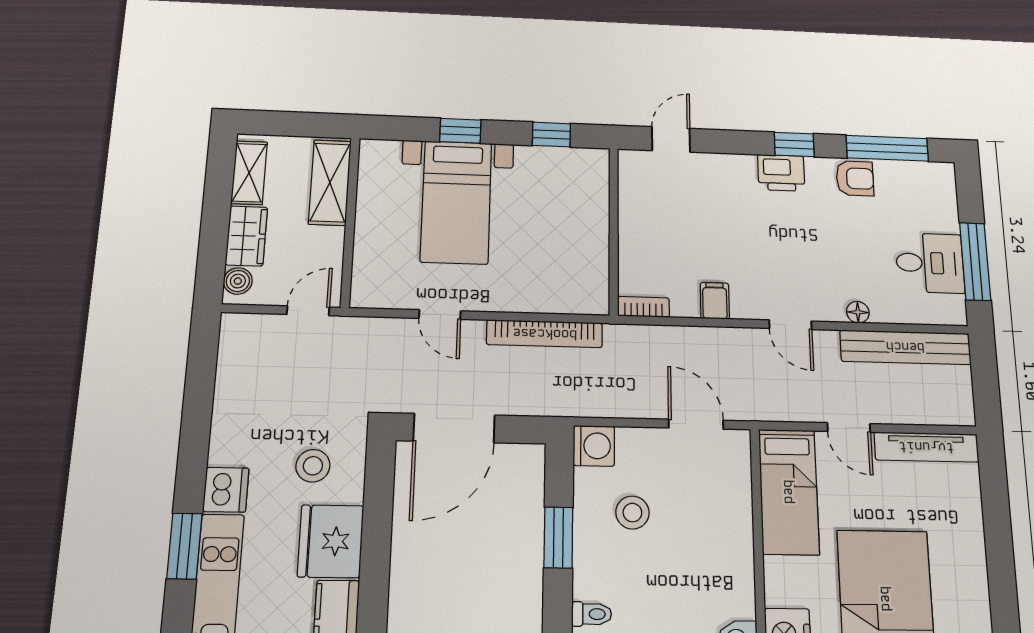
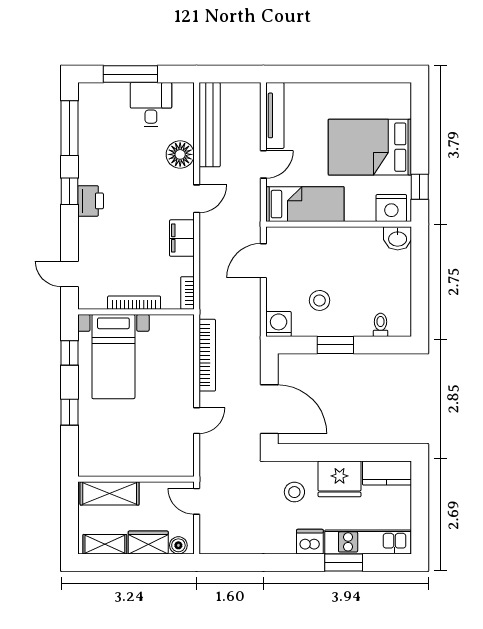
armchair: (855, 178) -> (92, 151), removed
bed with nightstands: (456, 202) -> (113, 357), moved, turned 90
bookcase: (628, 228) -> (134, 303), added
window: (975, 261) -> (130, 74), moved
filing cabinet: (715, 301) -> (182, 238), width x2.00
floor lamp: (858, 312) -> (180, 154), width x1.89, depth x1.89

